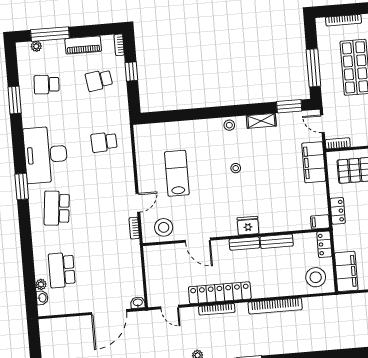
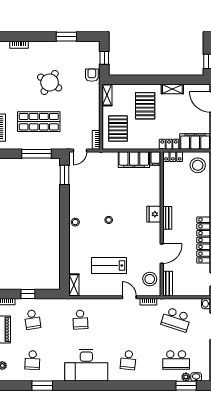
shelving: (261, 121) -> (74, 285), moved
filing cabinet: (314, 162) -> (134, 160), moved
window: (22, 186) -> (186, 386), moved
school desk: (57, 208) -> (128, 360), width x0.54
locker: (338, 211) -> (169, 144), moved
bench: (277, 241) -> (168, 284), moved
school desk: (114, 266) -> (176, 320), added

